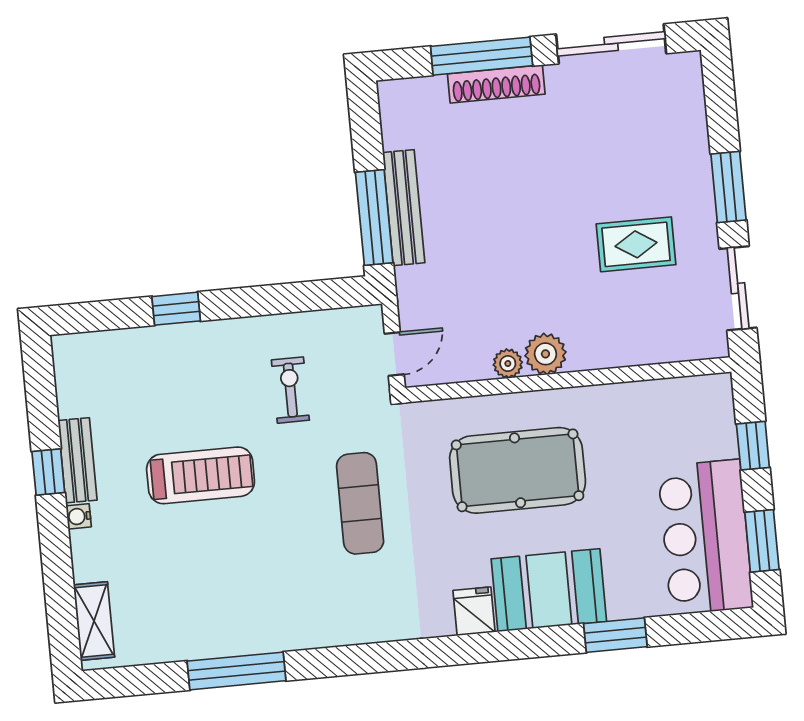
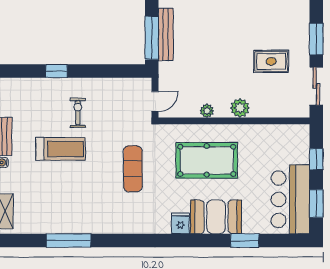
plant: (545, 354) -> (240, 108), moved
exercise bike: (290, 390) -> (78, 113), moved

